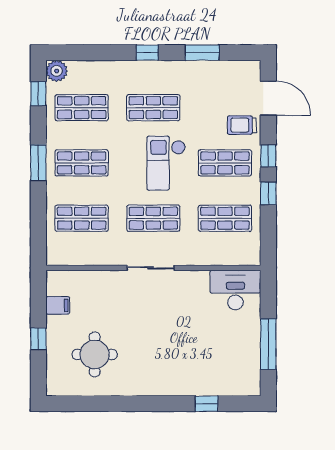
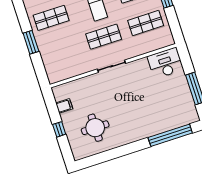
window: (38, 163) -> (31, 42), moved
shop shelf: (82, 218) -> (62, 50), removed
window: (207, 404) -> (170, 135), width x3.17

